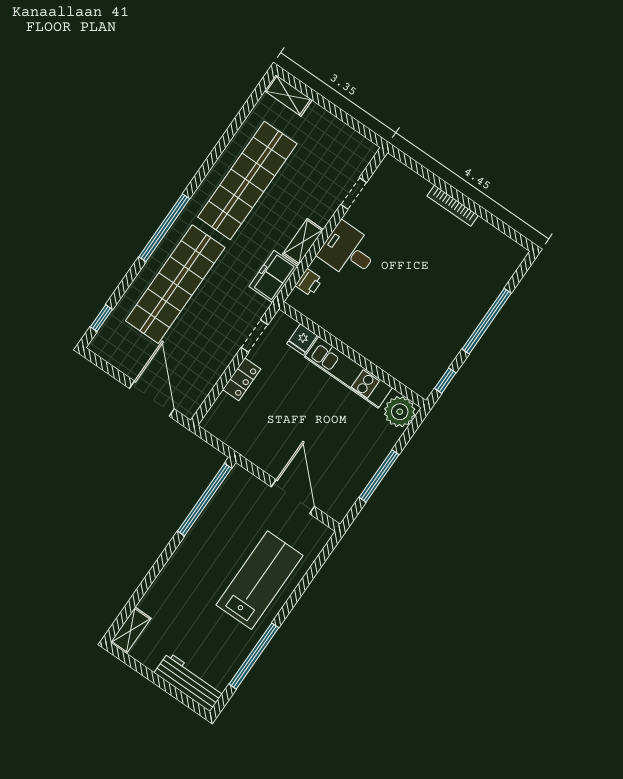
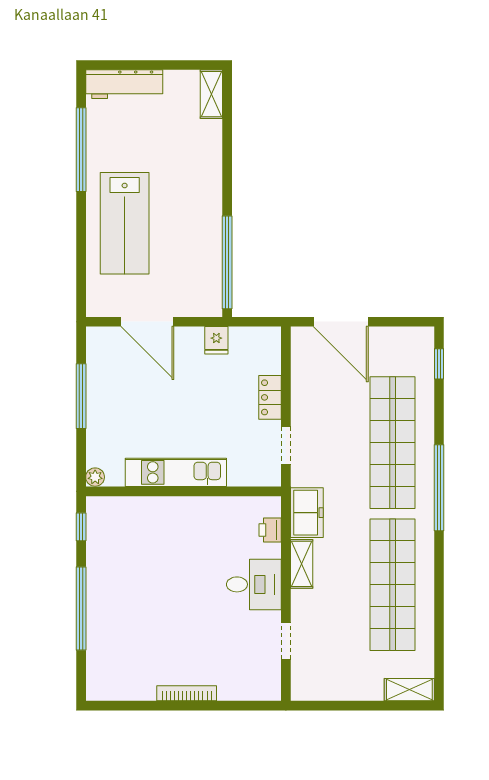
fridge: (302, 340) -> (216, 340), moved, turned 180
plant: (400, 412) -> (95, 477), width x0.53, depth x0.53

